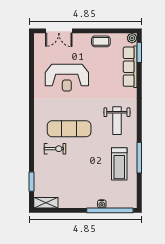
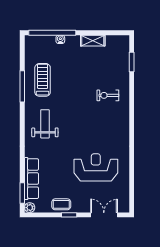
window: (93, 31) -> (69, 215), added
exercise mat: (69, 129) -> (93, 116), removed
shelving: (46, 203) -> (93, 41), moved

